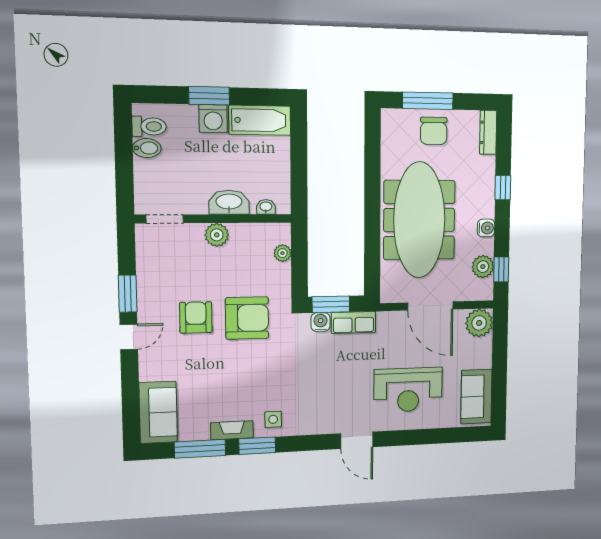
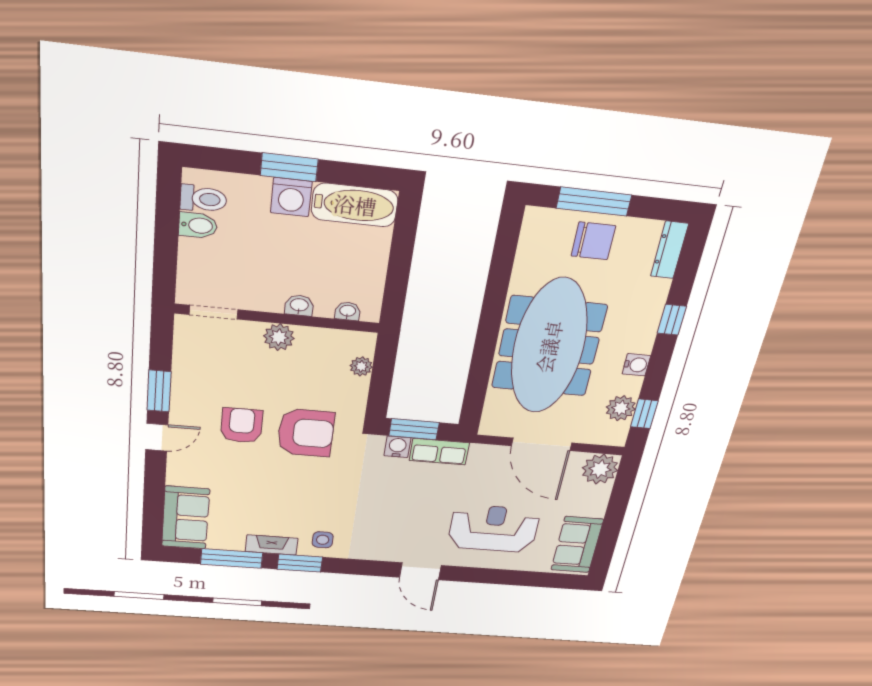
chair: (434, 131) -> (593, 241), turned -90
washbasin: (229, 202) -> (299, 305), width x0.52, depth x0.69
reception desk: (408, 390) -> (494, 529), turned 180

